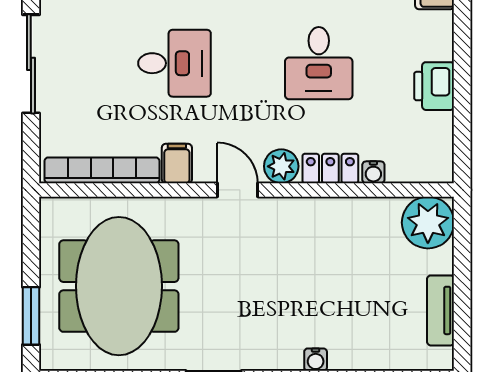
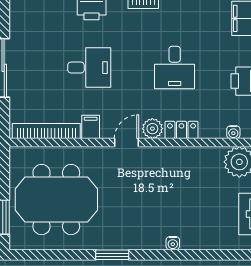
water cooler: (373, 172) -> (233, 132), moved
door: (237, 190) -> (127, 143), hinge flipped
meeting table: (119, 286) -> (56, 200), turned 90

